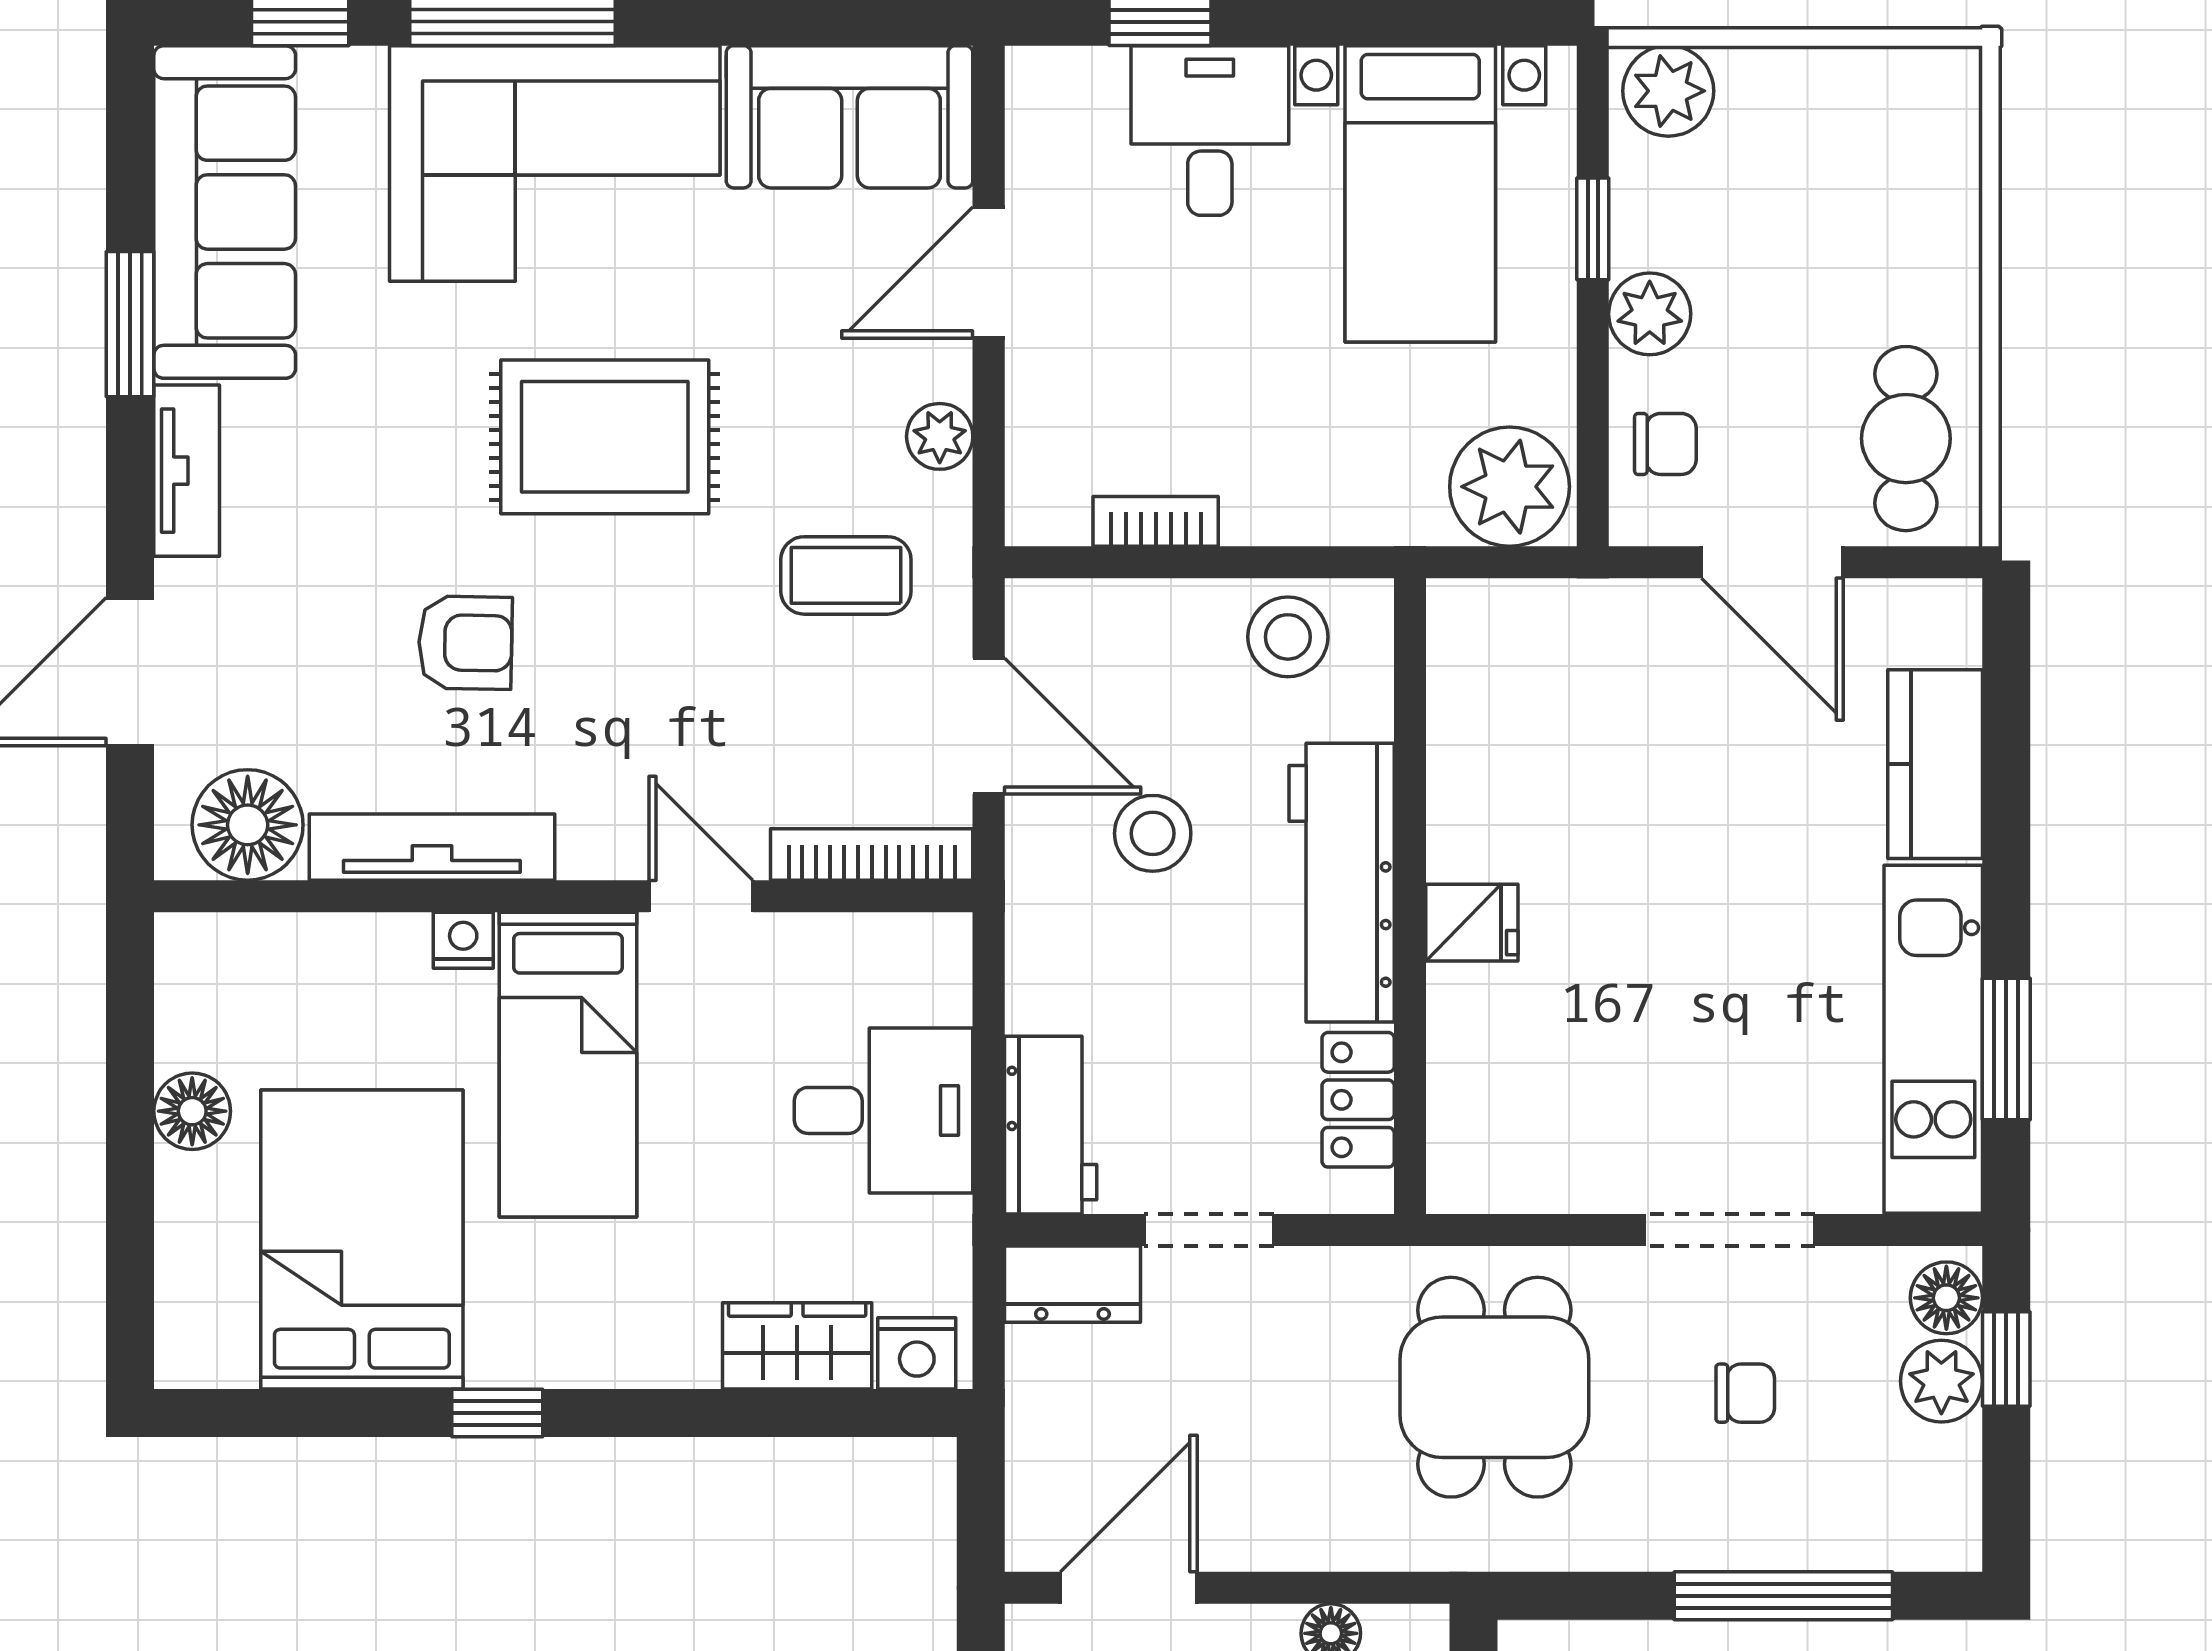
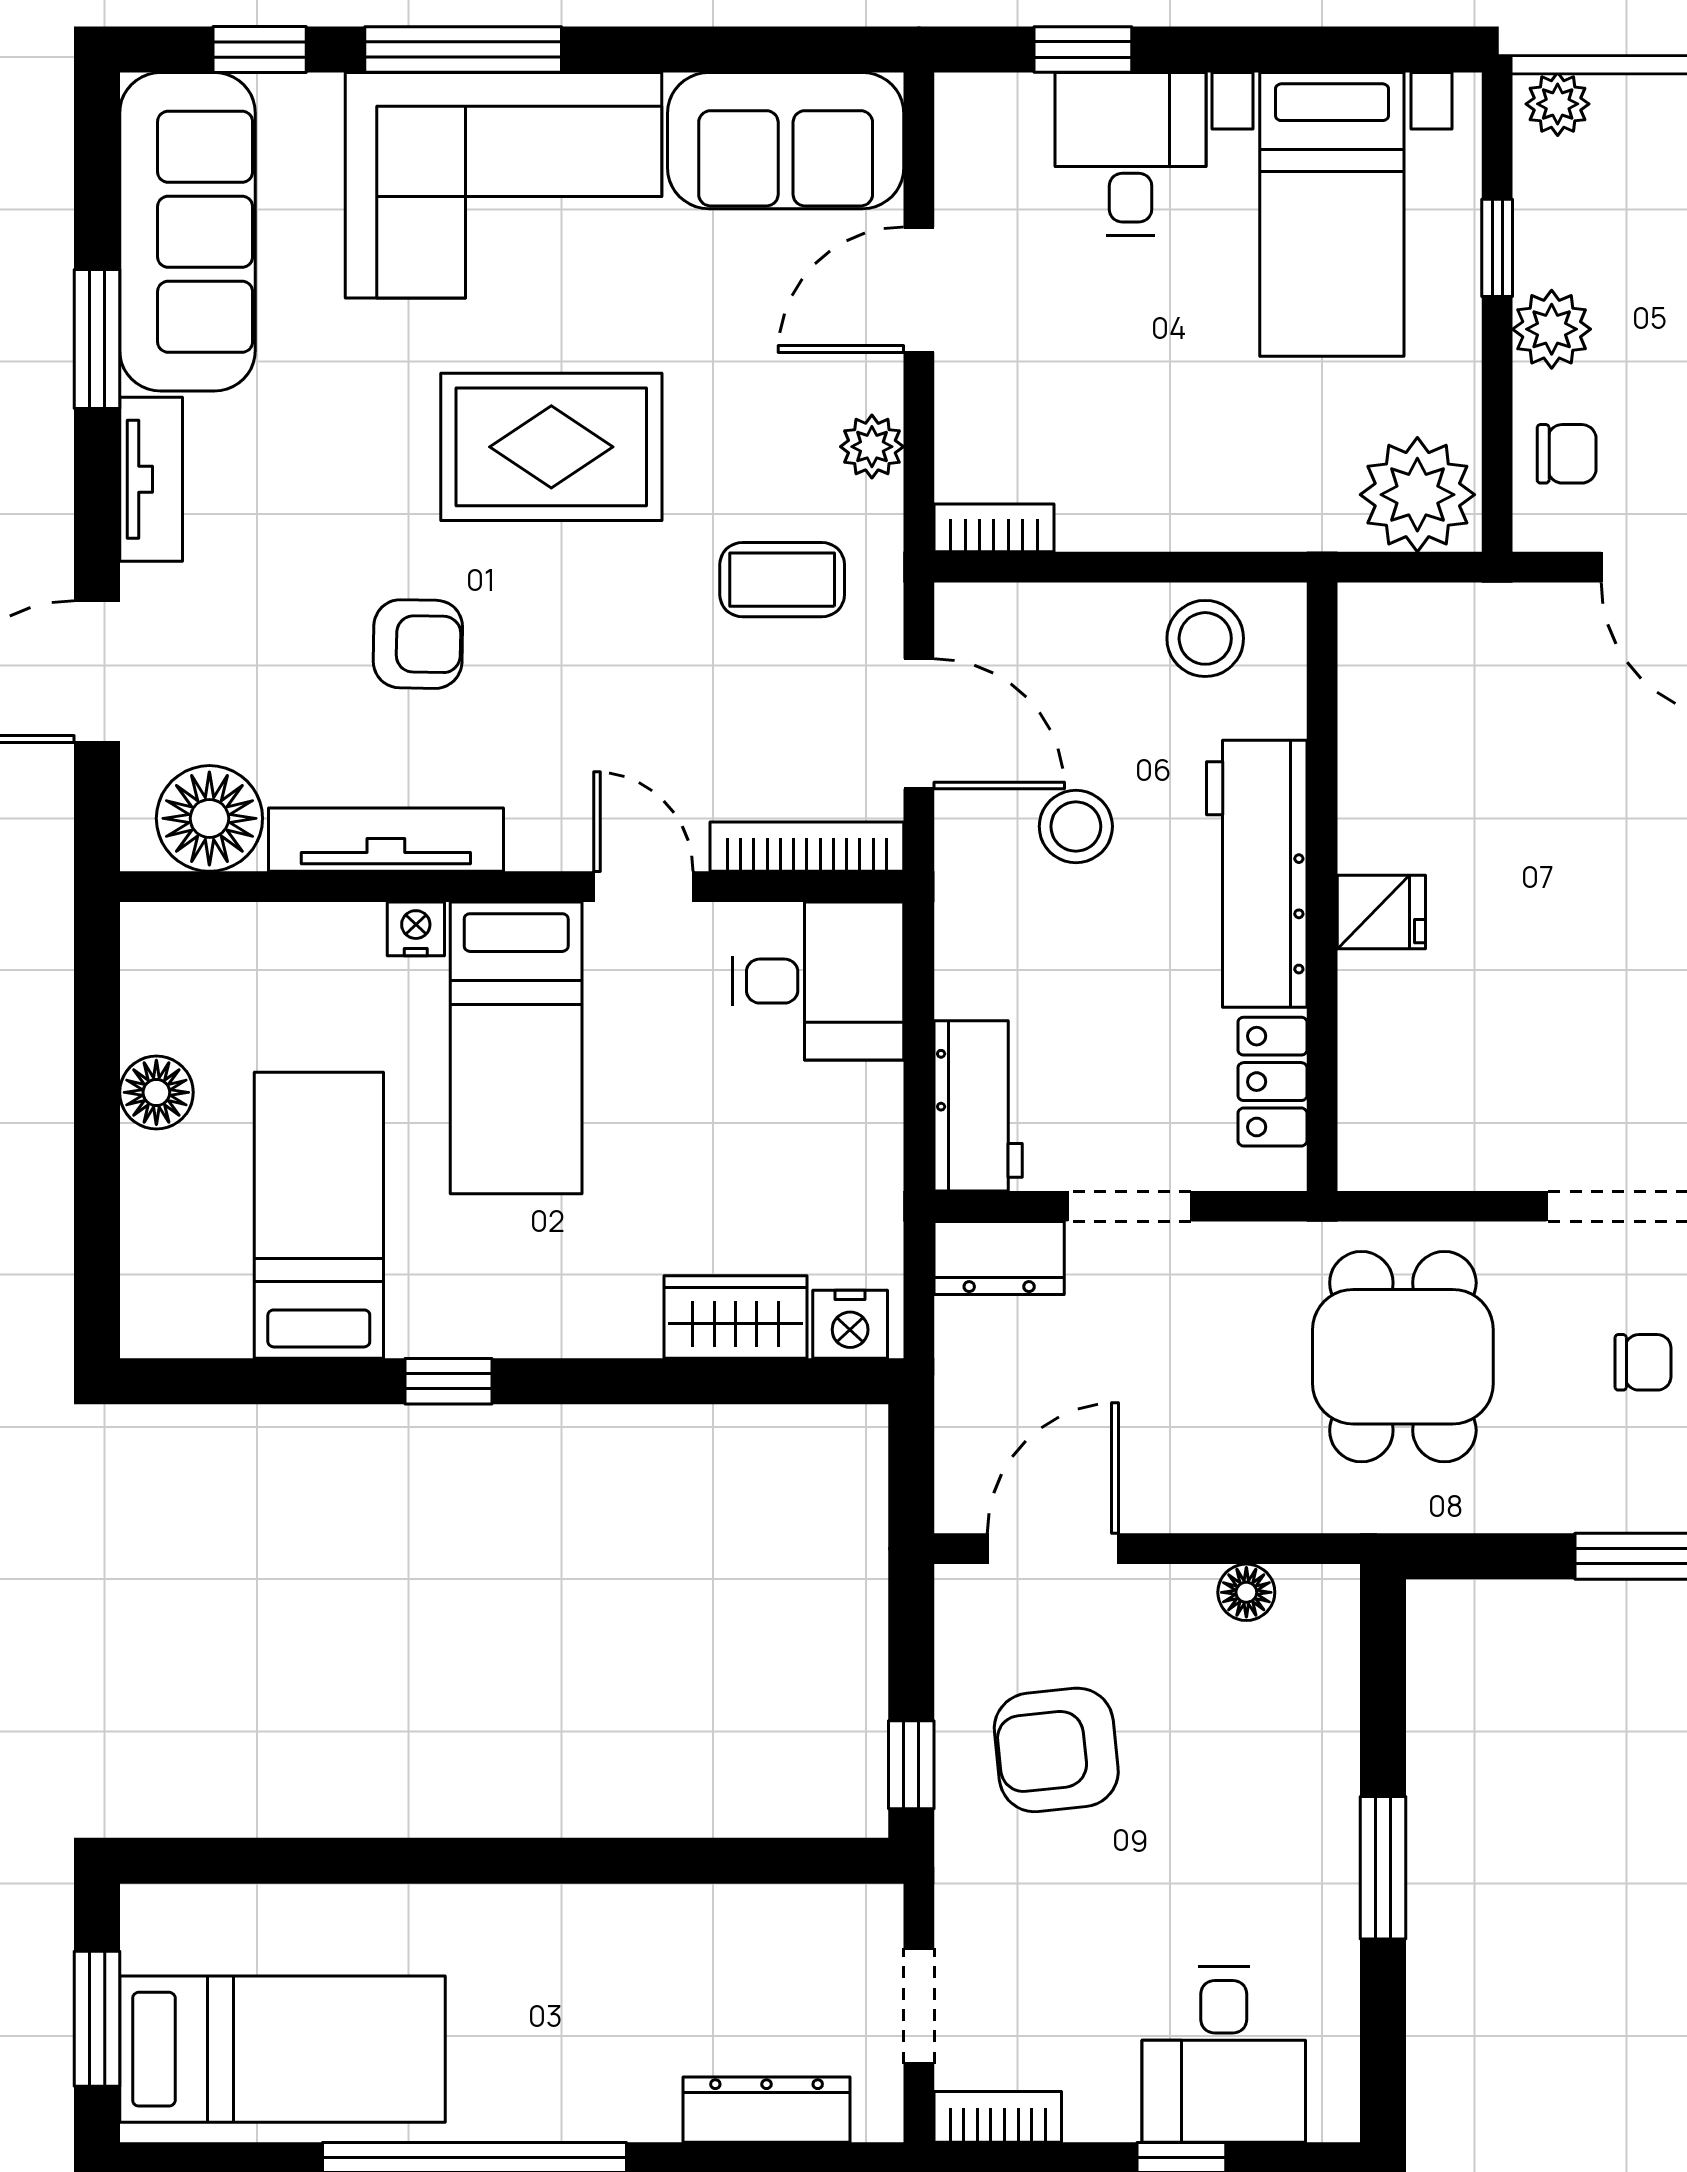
plant: (1668, 91) -> (1558, 104), width x0.73, depth x0.73
bookcase: (1156, 521) -> (994, 528), moved
desk: (884, 1110) -> (818, 981), moved
bed: (362, 1239) -> (319, 1215), width x0.67

